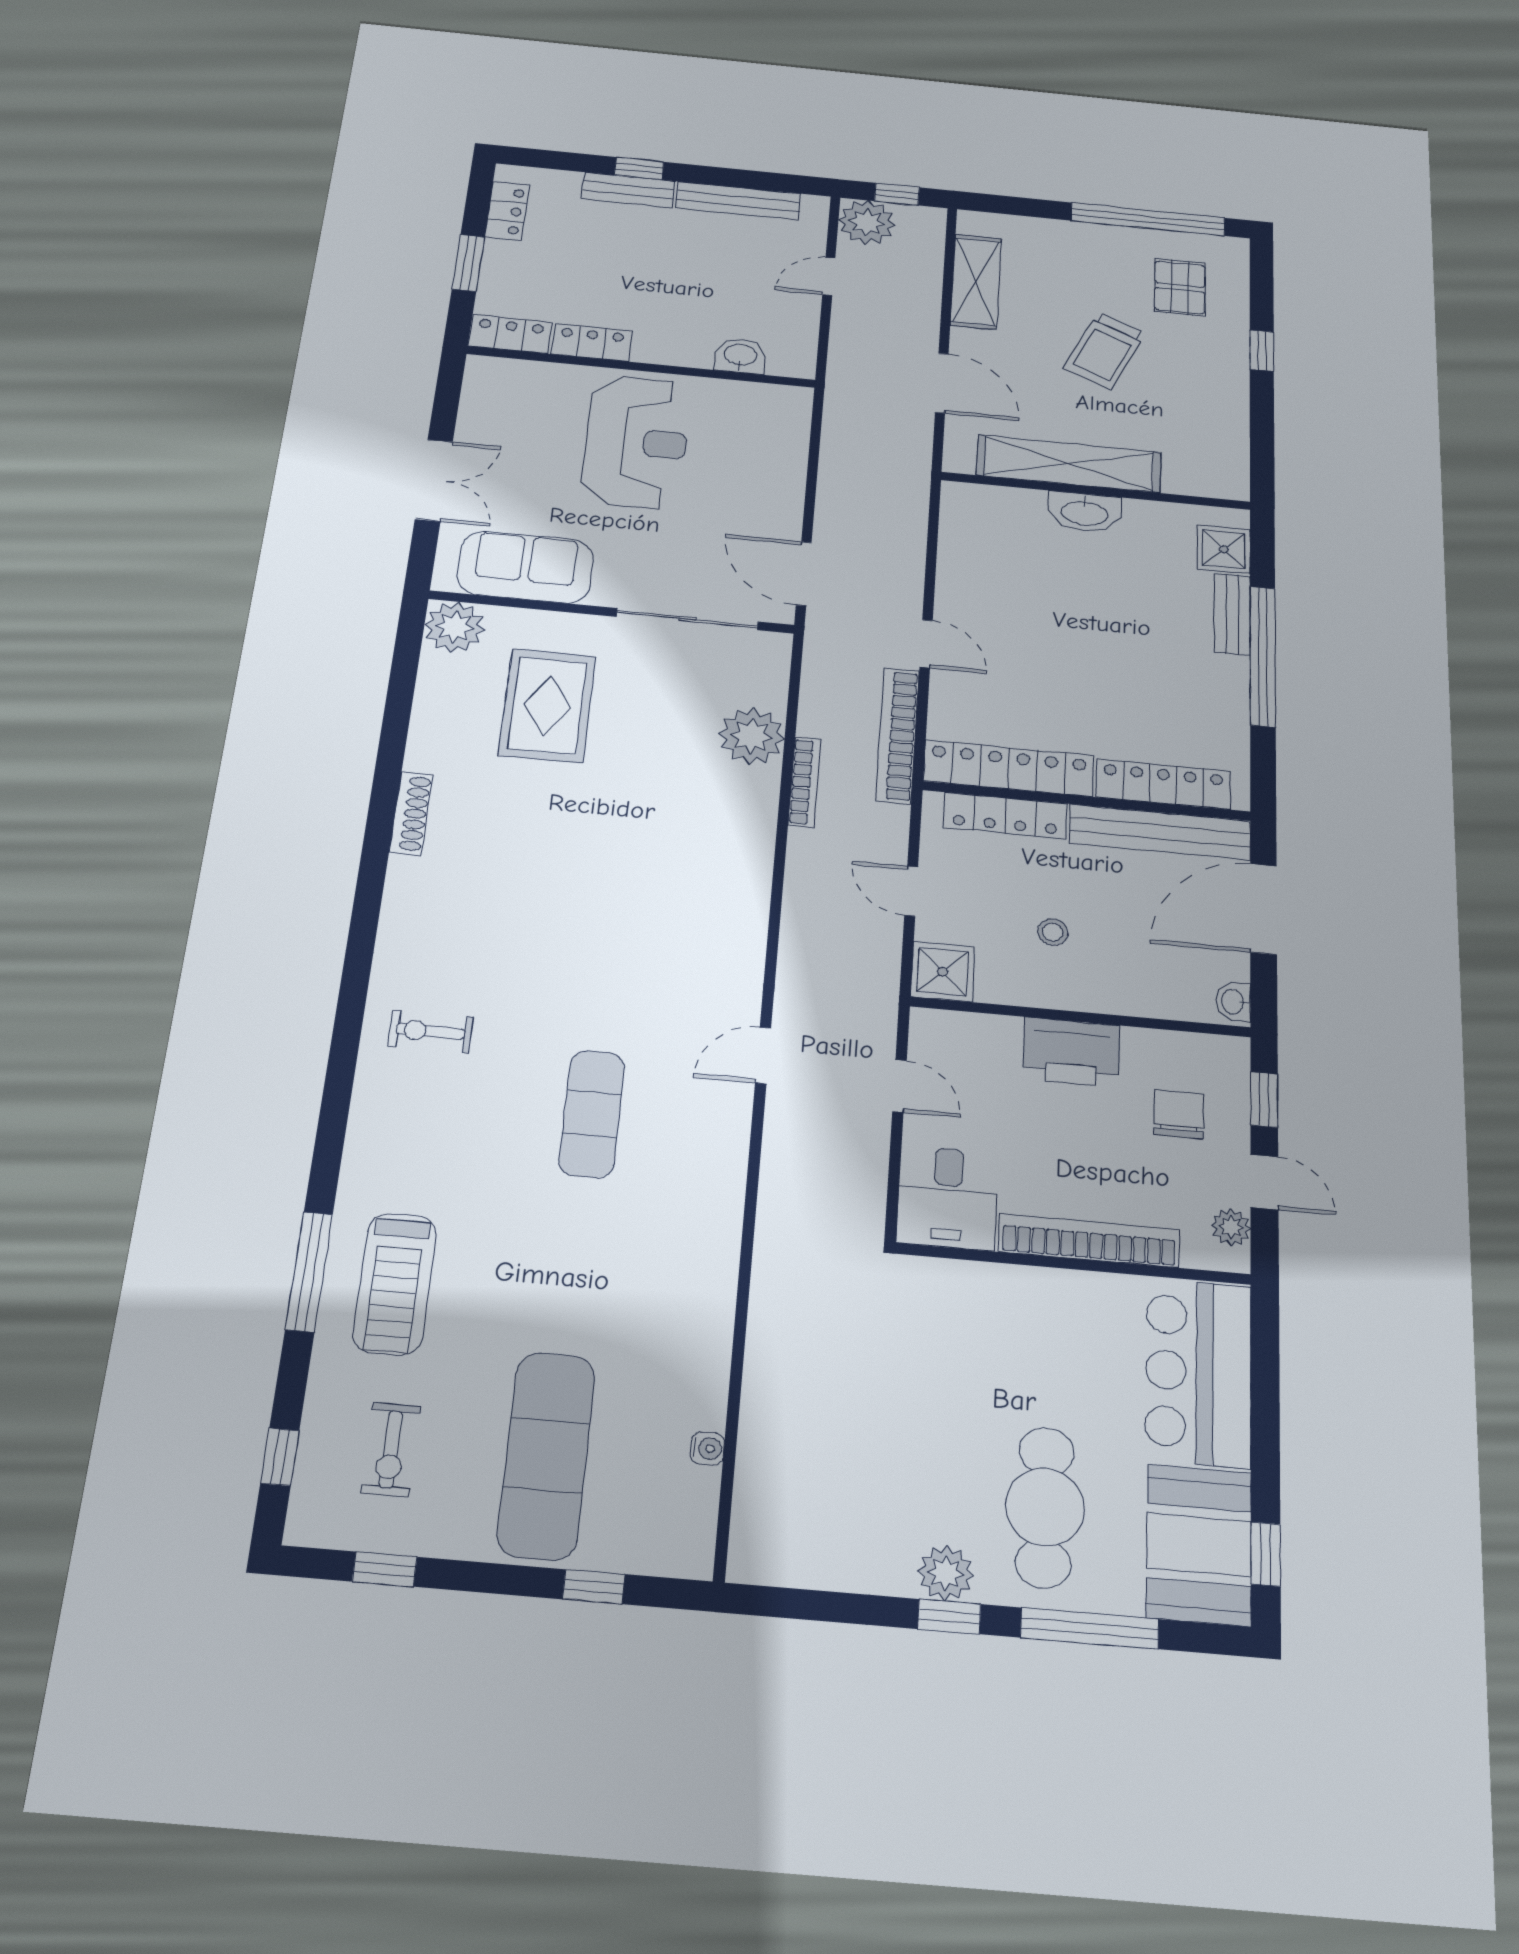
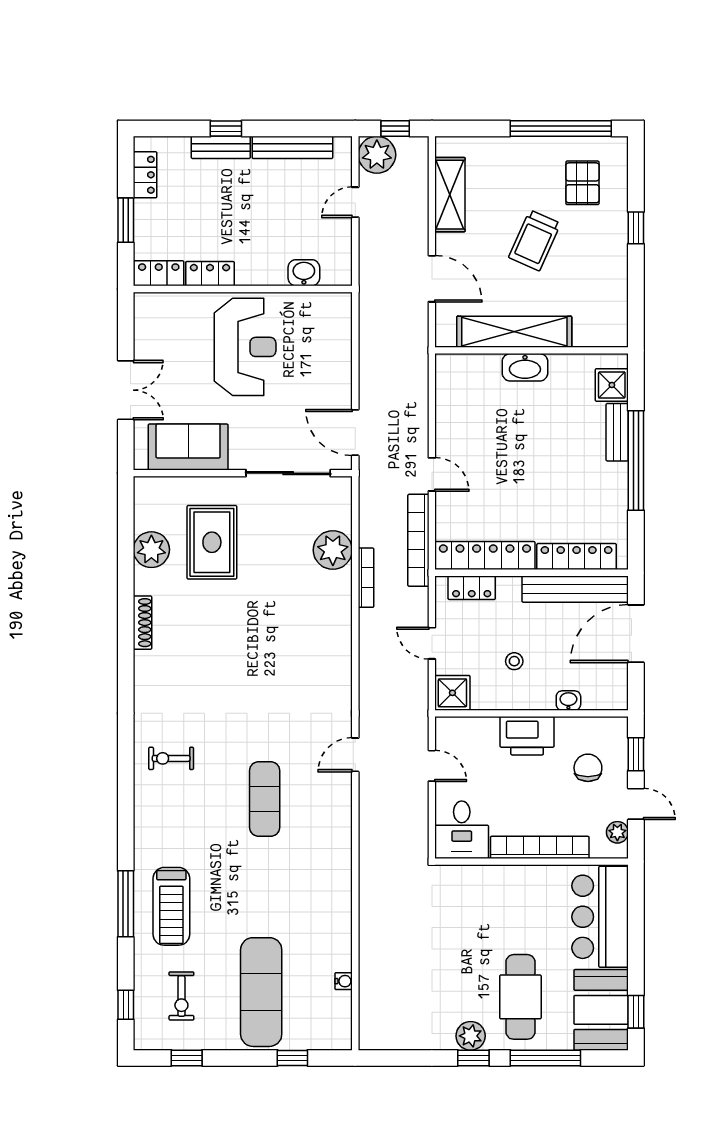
plant: (455, 627) -> (151, 550), moved
locker: (1005, 816) -> (472, 588), width x0.66
washbasin: (1233, 1002) -> (568, 701), moved, turned 90

